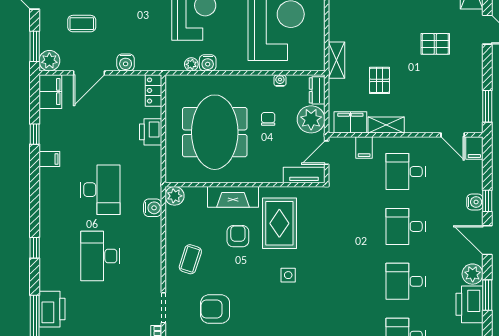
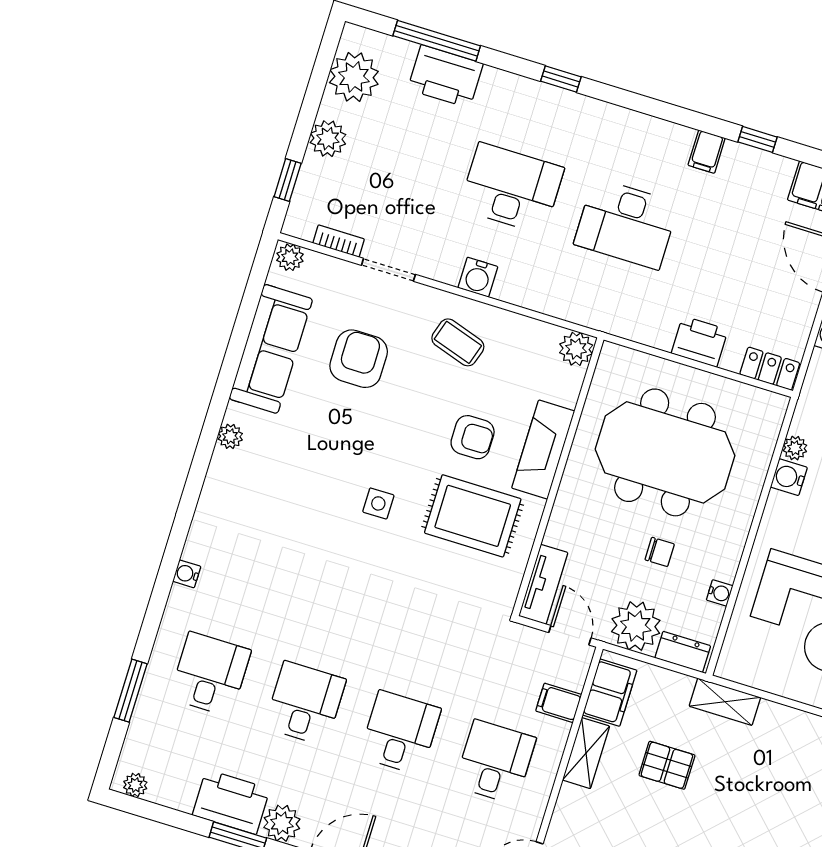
water cooler: (153, 208) -> (478, 277), moved

